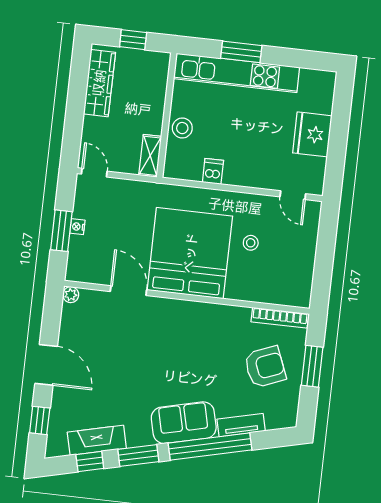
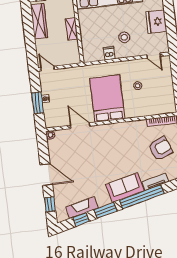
stool: (182, 128) -> (124, 37), moved
shelving: (150, 156) -> (72, 29), moved
bed: (190, 253) -> (107, 99), width x0.73

